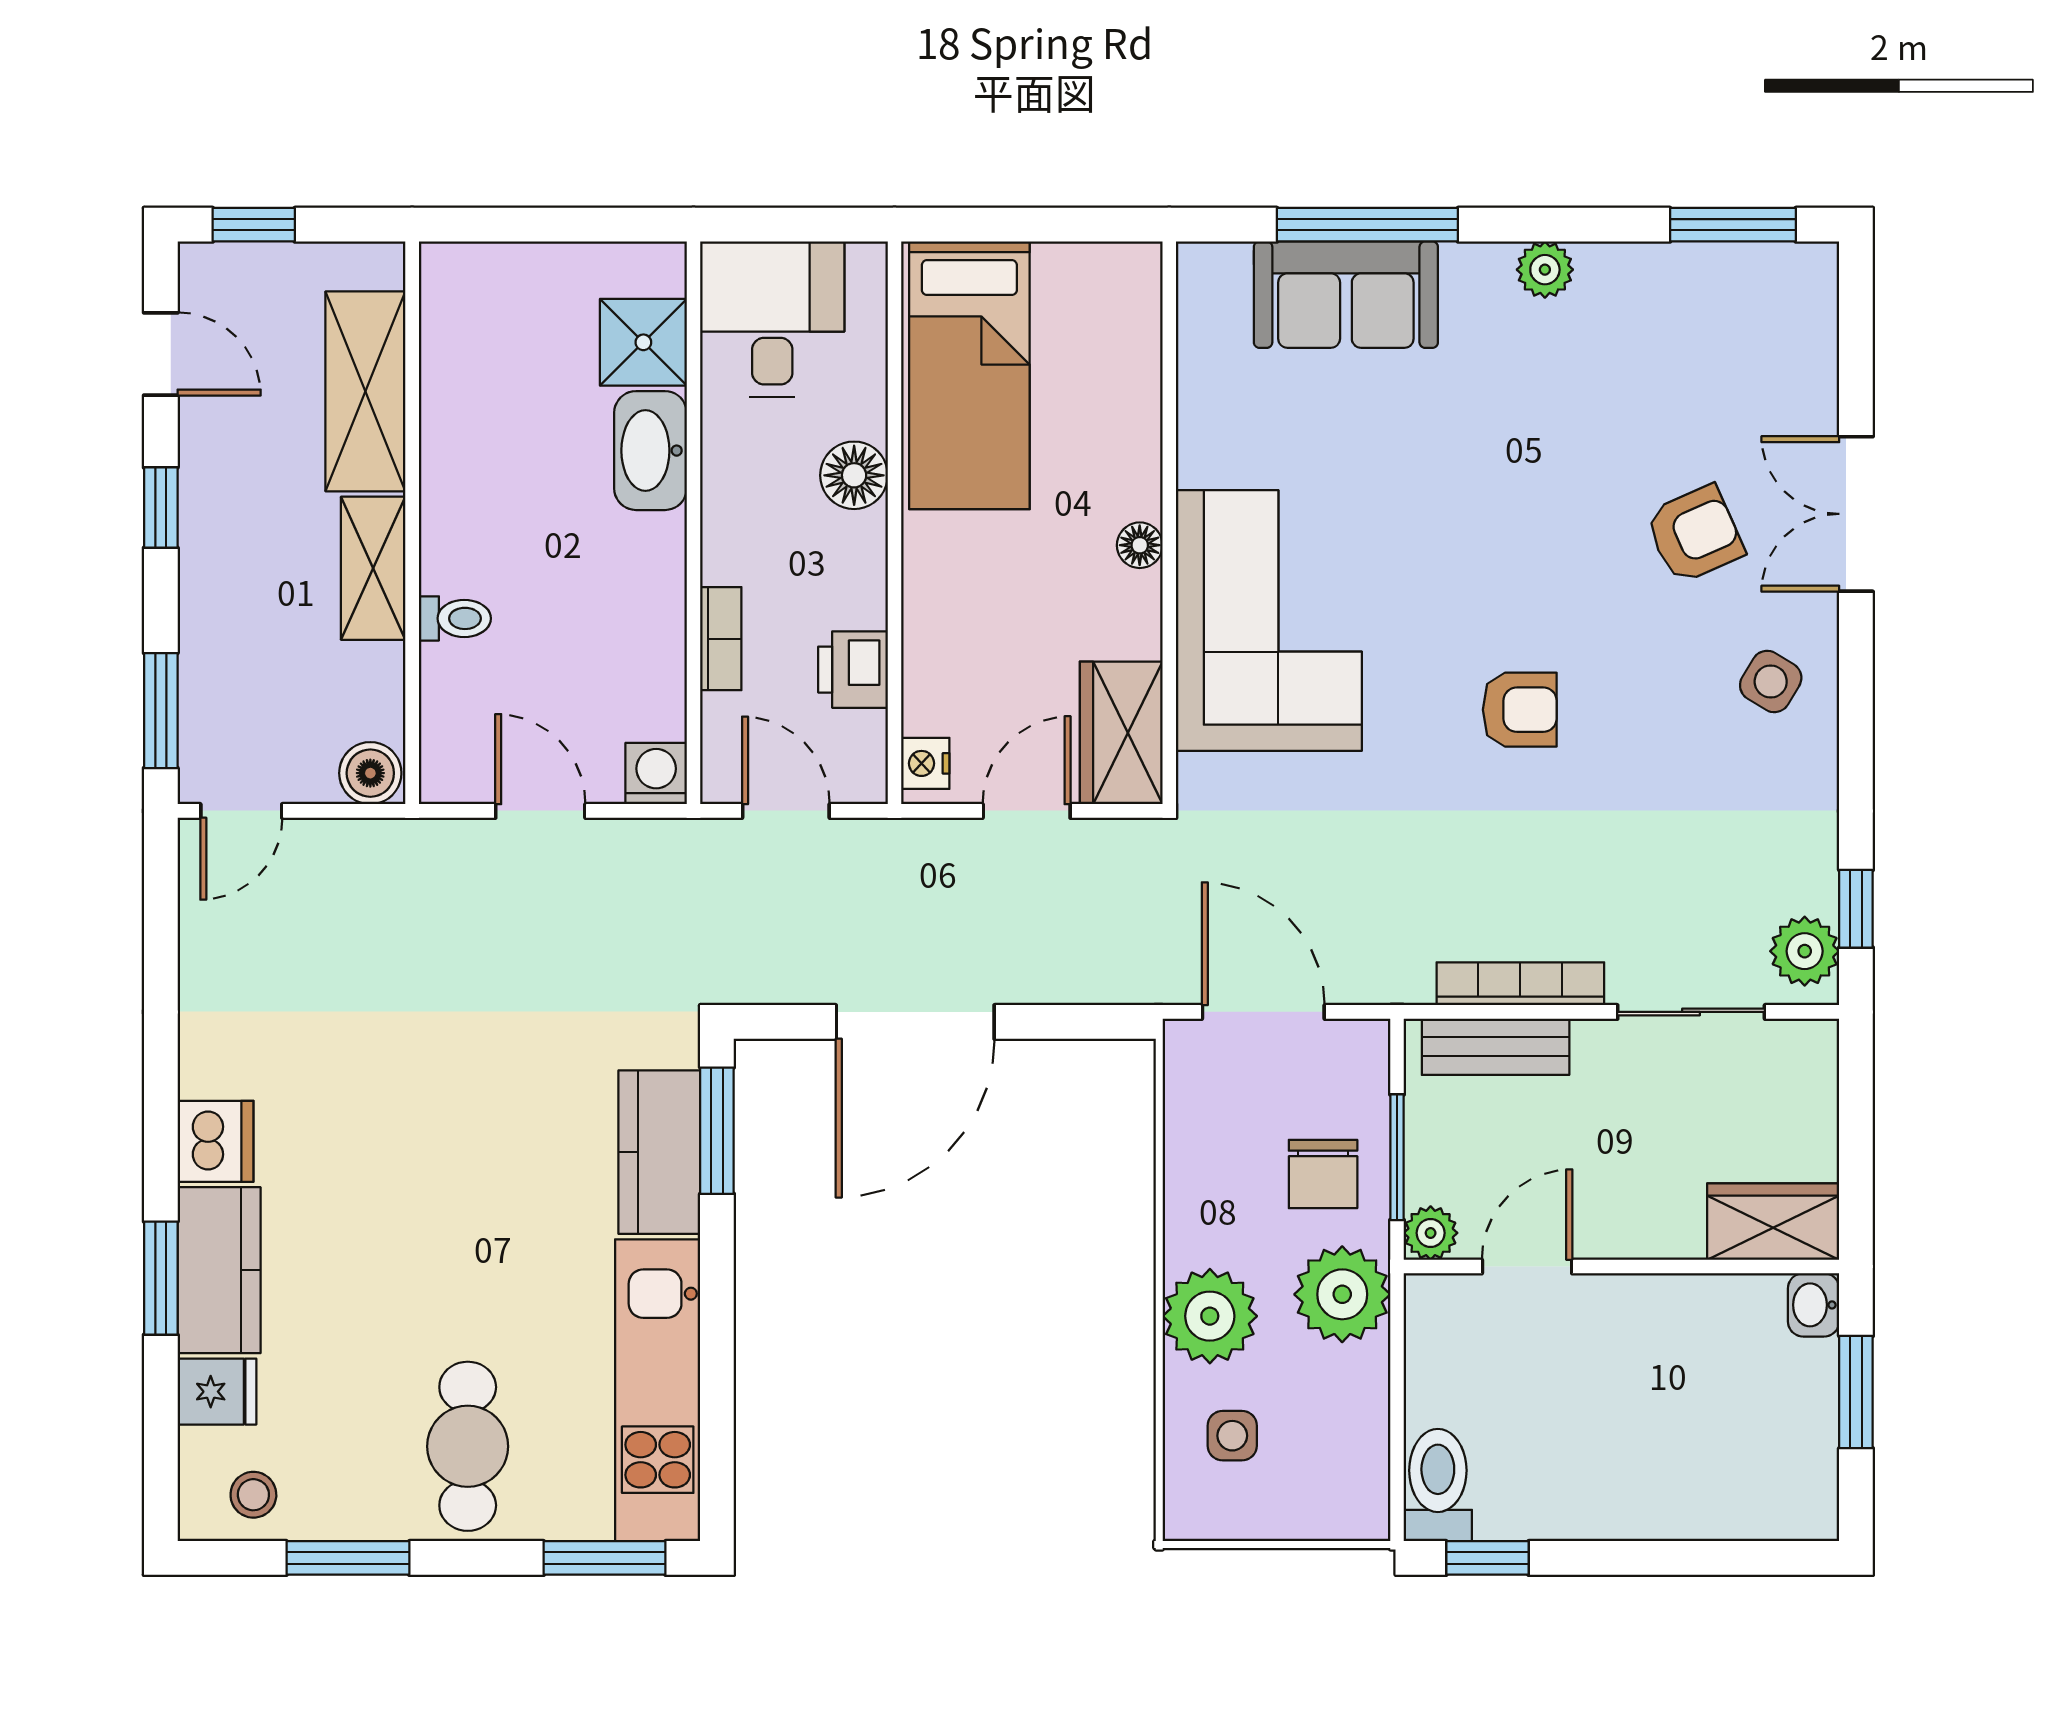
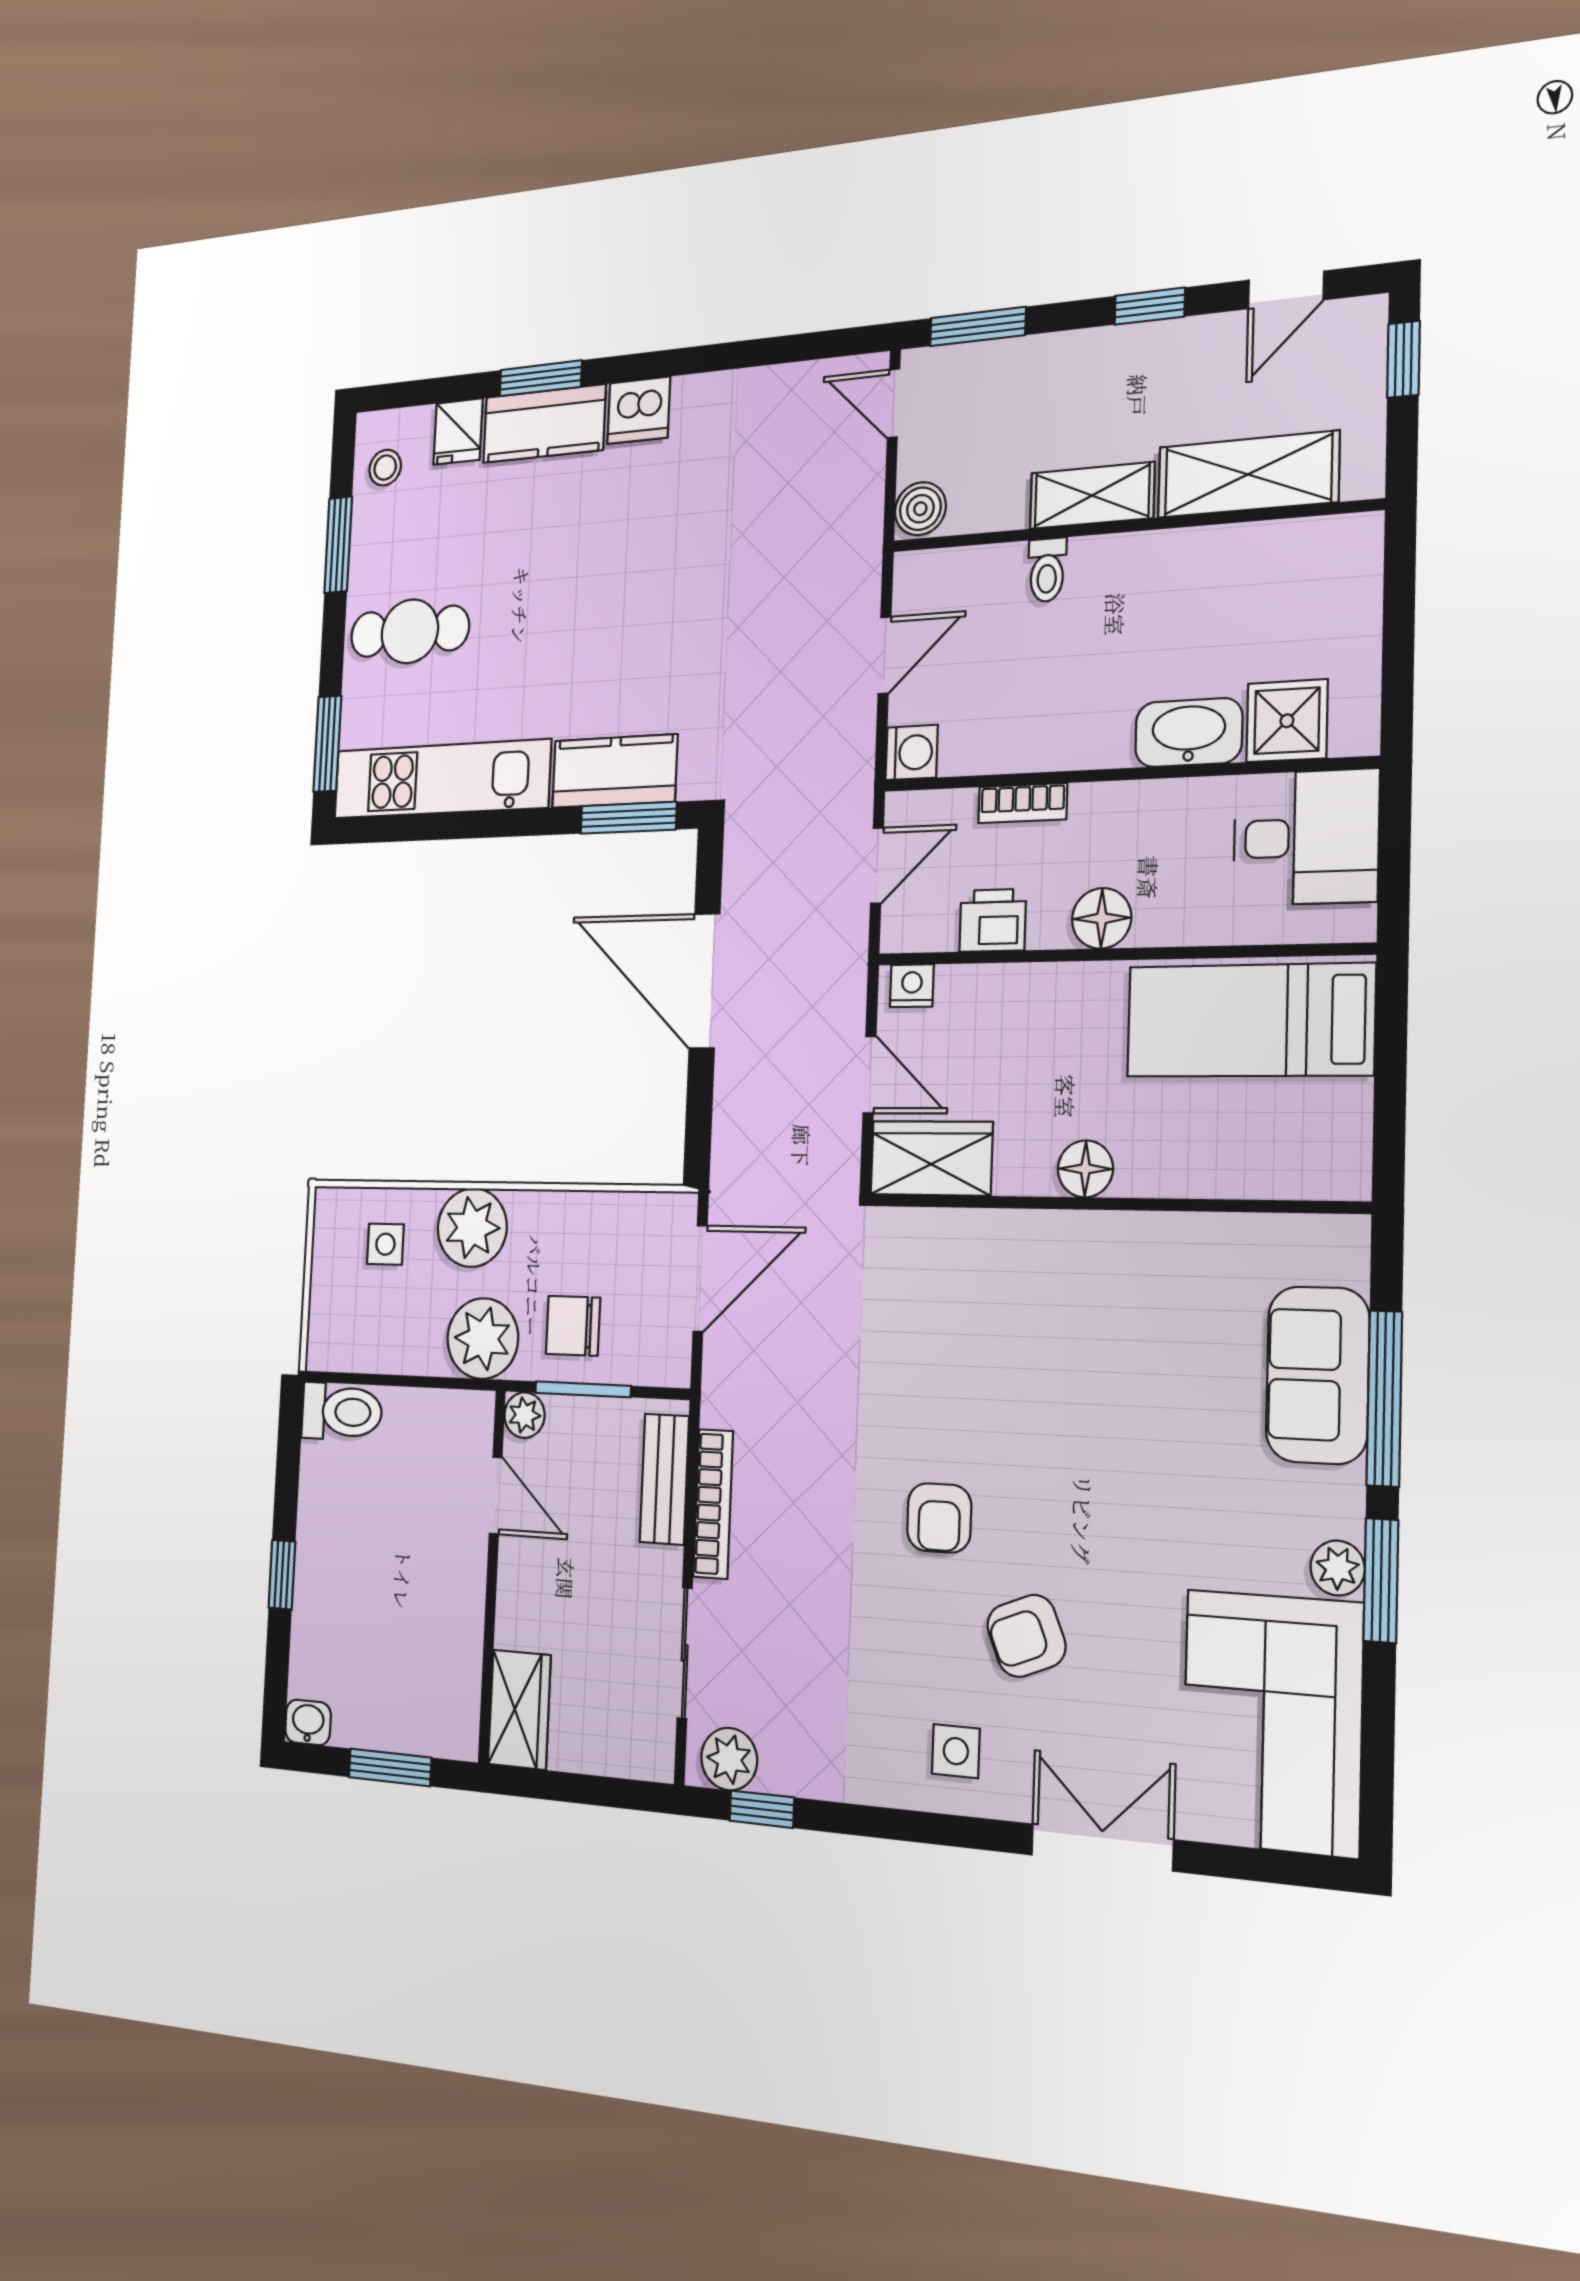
window: (1733, 225) -> (1381, 1580), moved
floor lamp: (854, 475) -> (1102, 918), moved
armchair: (1695, 534) -> (1026, 1636), moved, turned 92
floor lamp: (1140, 545) -> (1085, 1169), width x1.37, depth x1.37
corner sofa: (1269, 620) -> (1272, 1722), moved, turned 90
side table: (1771, 681) -> (956, 1751), turned -31
washbasin: (1814, 1305) -> (308, 1722), moved
window: (1487, 1558) -> (282, 1575), moved

